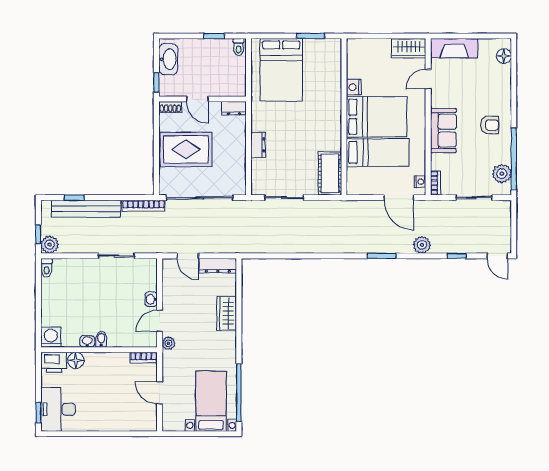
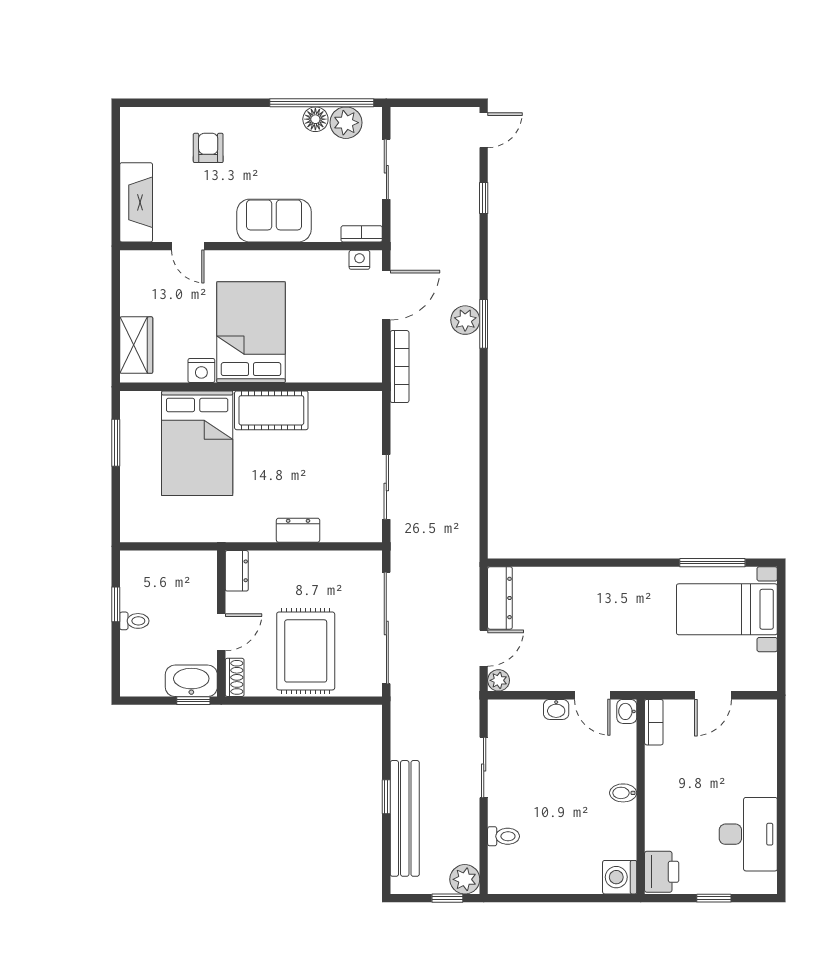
toilet: (239, 47) -> (134, 621), moved
wardrobe: (409, 48) -> (136, 345), moved
floor lamp: (504, 56) -> (315, 119), moved
washbasin: (168, 59) -> (191, 681), moved
bed: (281, 70) -> (197, 443), moved, turned 90
armchair: (490, 125) -> (208, 148), moved
bed: (378, 153) -> (311, 331), removed
cot: (330, 173) -> (271, 410), moved
window: (74, 198) -> (386, 797), moved
bookcase: (144, 206) -> (400, 367), moved
plant: (422, 245) -> (465, 320), moved
toilet: (47, 268) -> (504, 836), moved
wardrobe: (227, 313) -> (580, 583), removed
washbasin: (87, 341) -> (627, 711), moved
plant: (169, 343) -> (499, 680), moved
floor lamp: (76, 360) -> (658, 835), removed
window: (239, 393) -> (712, 563), width x0.68
desk: (58, 409) -> (748, 834), moved, turned -90
window: (38, 413) -> (714, 898), moved

